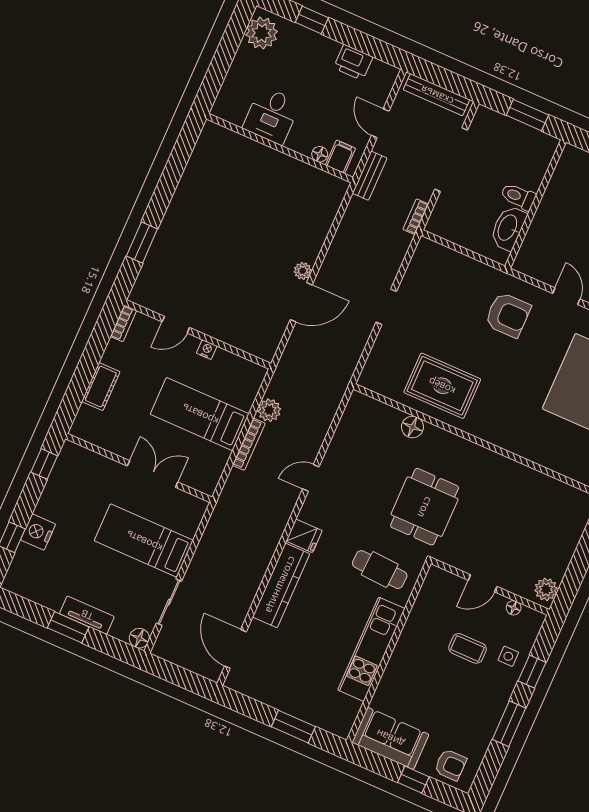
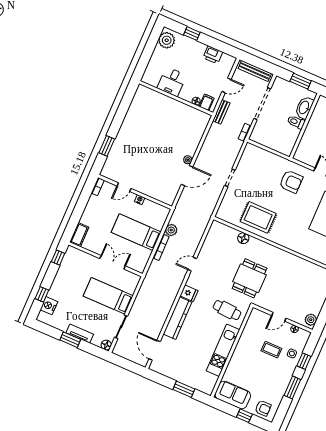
door: (380, 123) -> (226, 85), swing flipped
washbasin: (508, 228) -> (304, 108), moved
cot: (101, 387) -> (79, 235), moved
nightstand: (38, 532) -> (49, 306), moved

